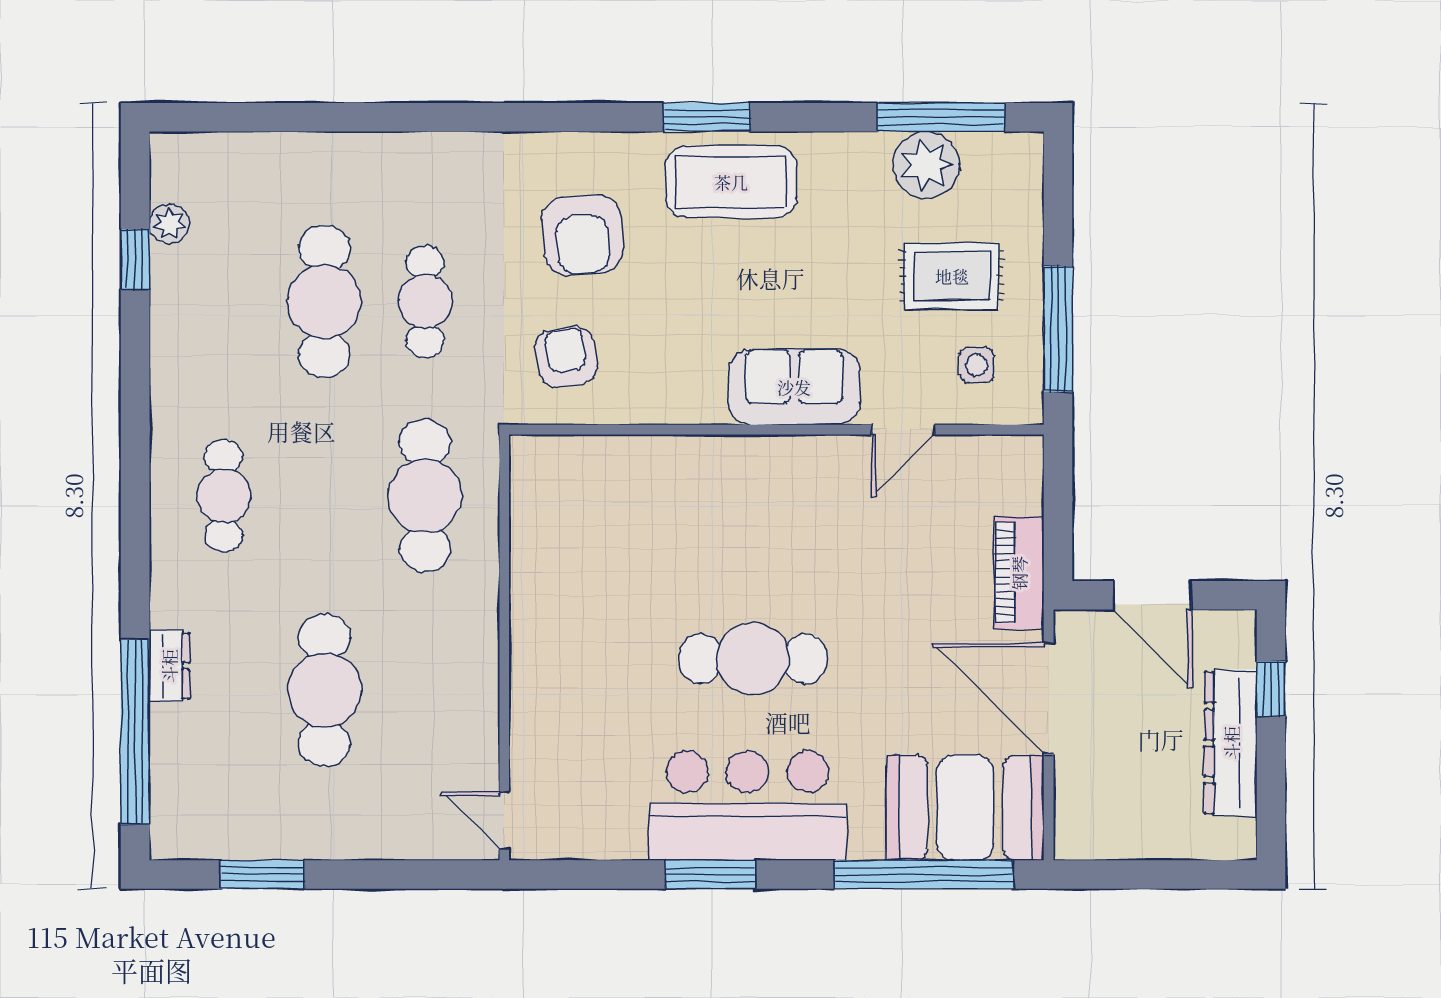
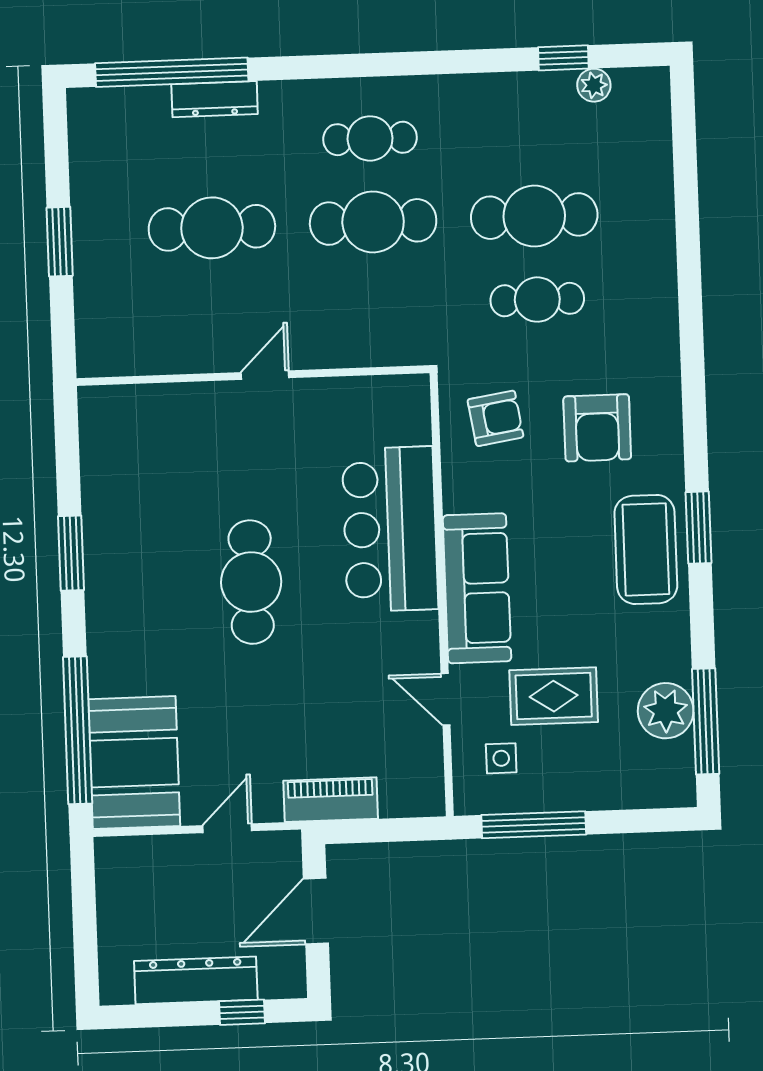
armchair: (582, 235) -> (597, 428), turned -86
rug: (952, 276) -> (554, 696), moved, turned 90
sofa: (794, 387) -> (477, 588), width x1.36
cafe table: (425, 496) -> (373, 222), moved
dresser: (169, 666) -> (215, 99), width x1.44
door: (1049, 698) -> (227, 828), width x0.53
bar counter: (747, 806) -> (390, 529), moved, turned 180
door: (504, 820) -> (265, 375), moved
window: (263, 875) -> (60, 242), moved

